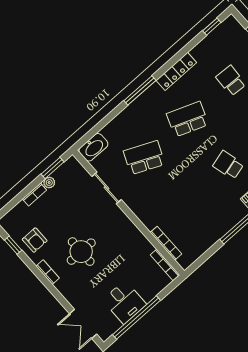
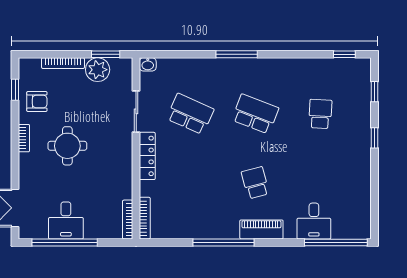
locker: (176, 71) -> (147, 156), moved, turned -90
washbasin: (93, 147) -> (148, 64), width x0.52, depth x0.69
plant: (49, 182) -> (98, 70), width x1.88, depth x1.88
bookcase: (34, 195) -> (63, 63), width x1.56
armchair: (35, 240) -> (37, 101), turned -90
bookcase: (166, 243) -> (145, 218), moved

